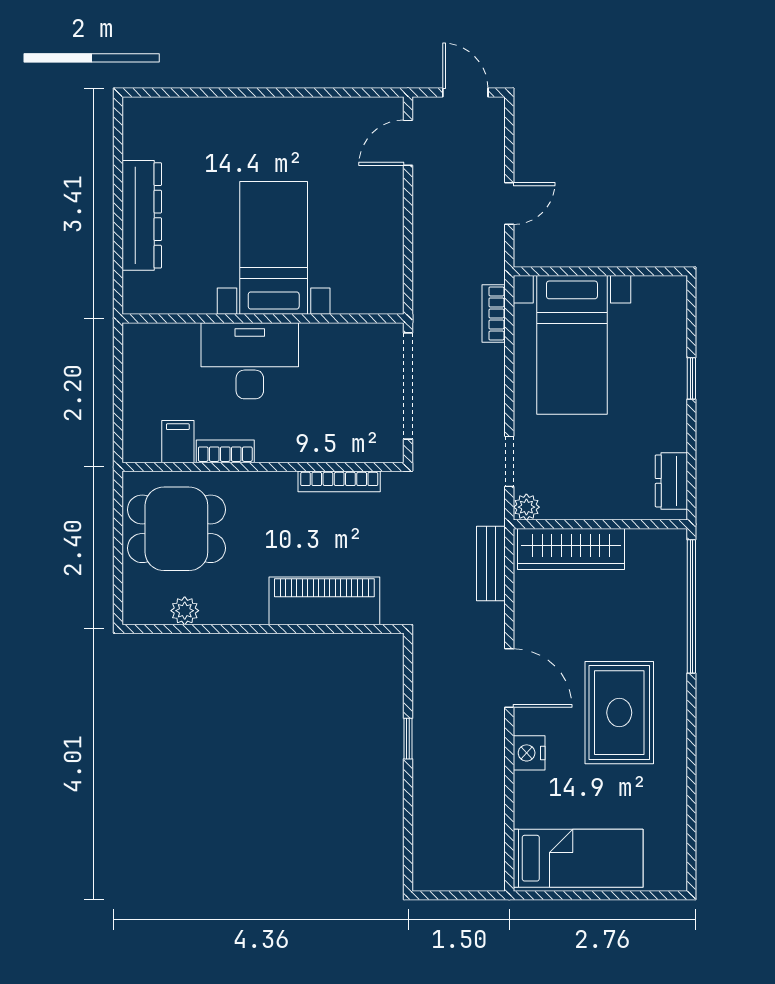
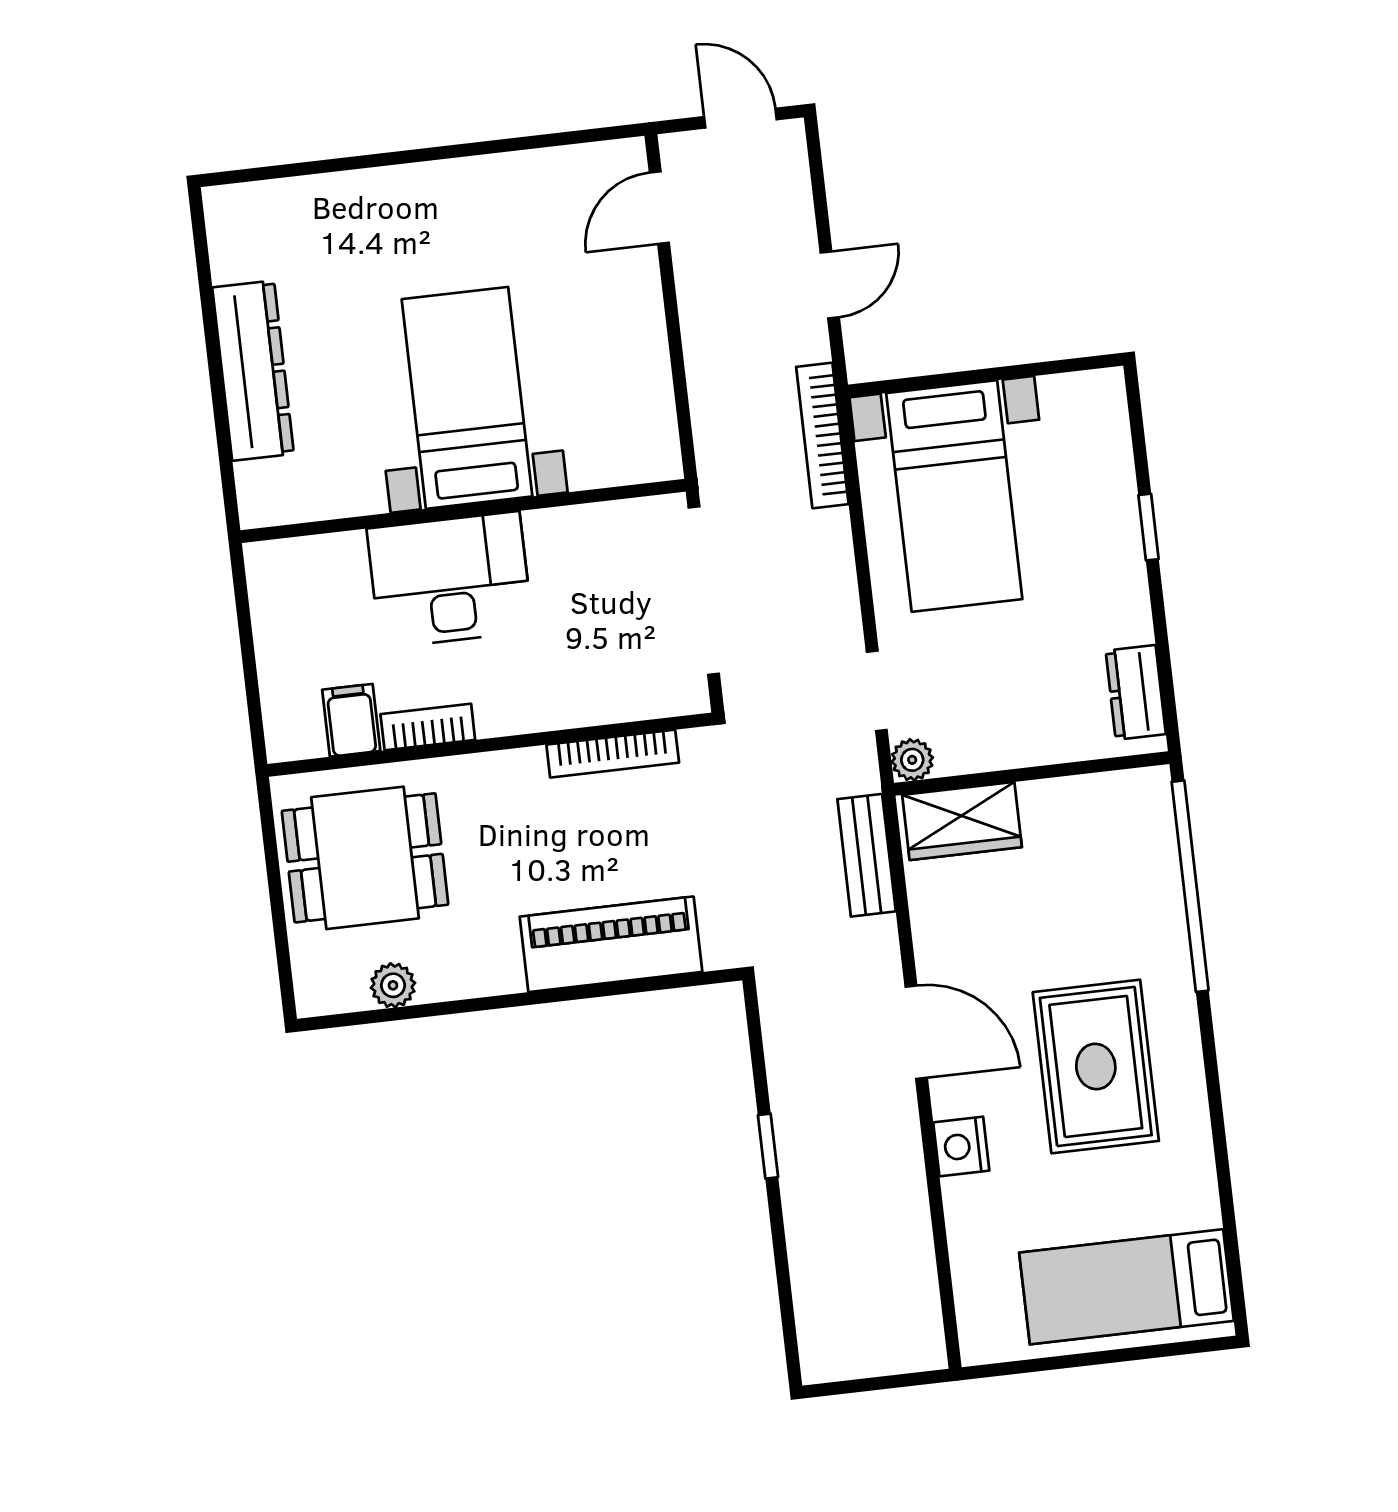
bookcase: (494, 313) -> (822, 435), width x1.56
wardrobe: (571, 549) -> (962, 821), width x0.67
bed: (578, 858) -> (1127, 1287), moved, turned 180

